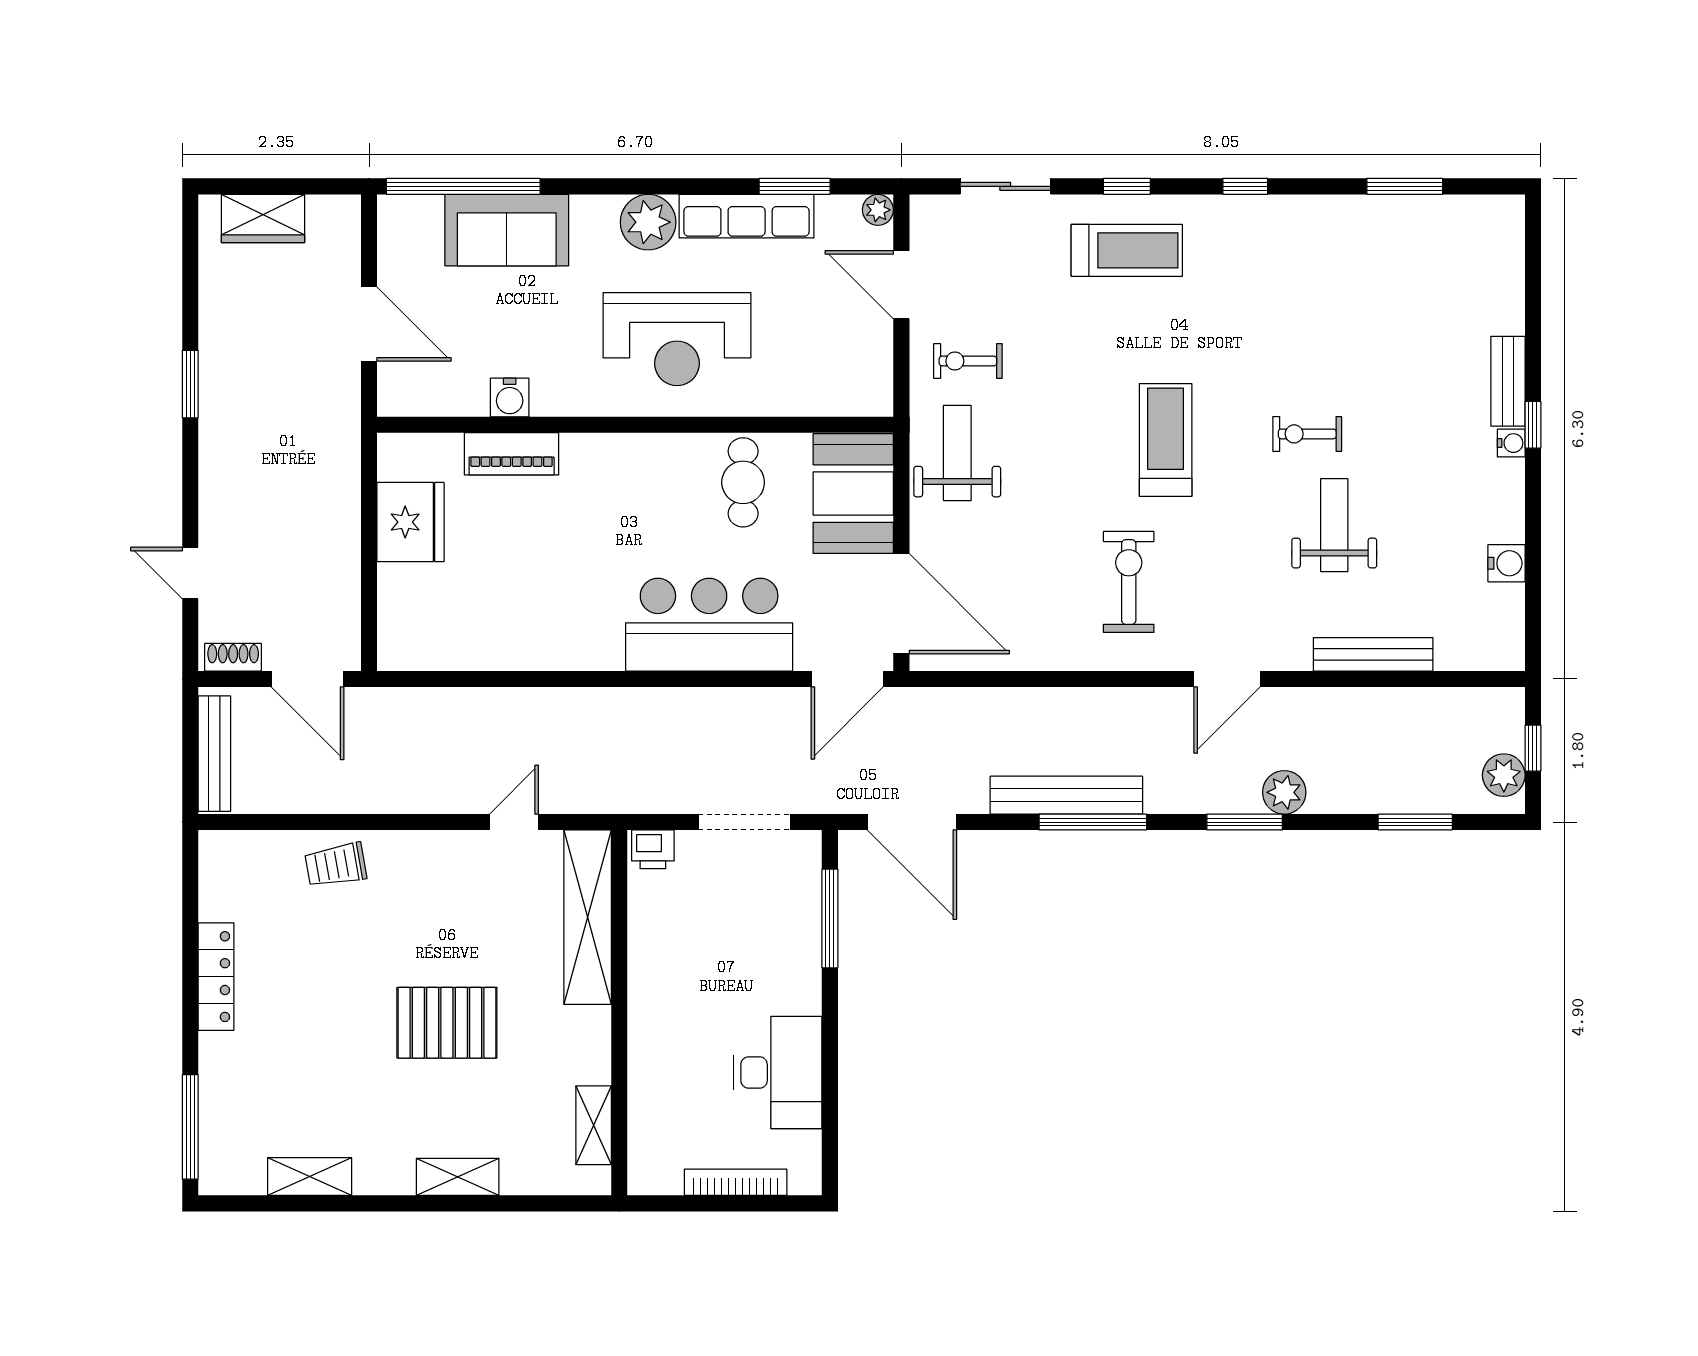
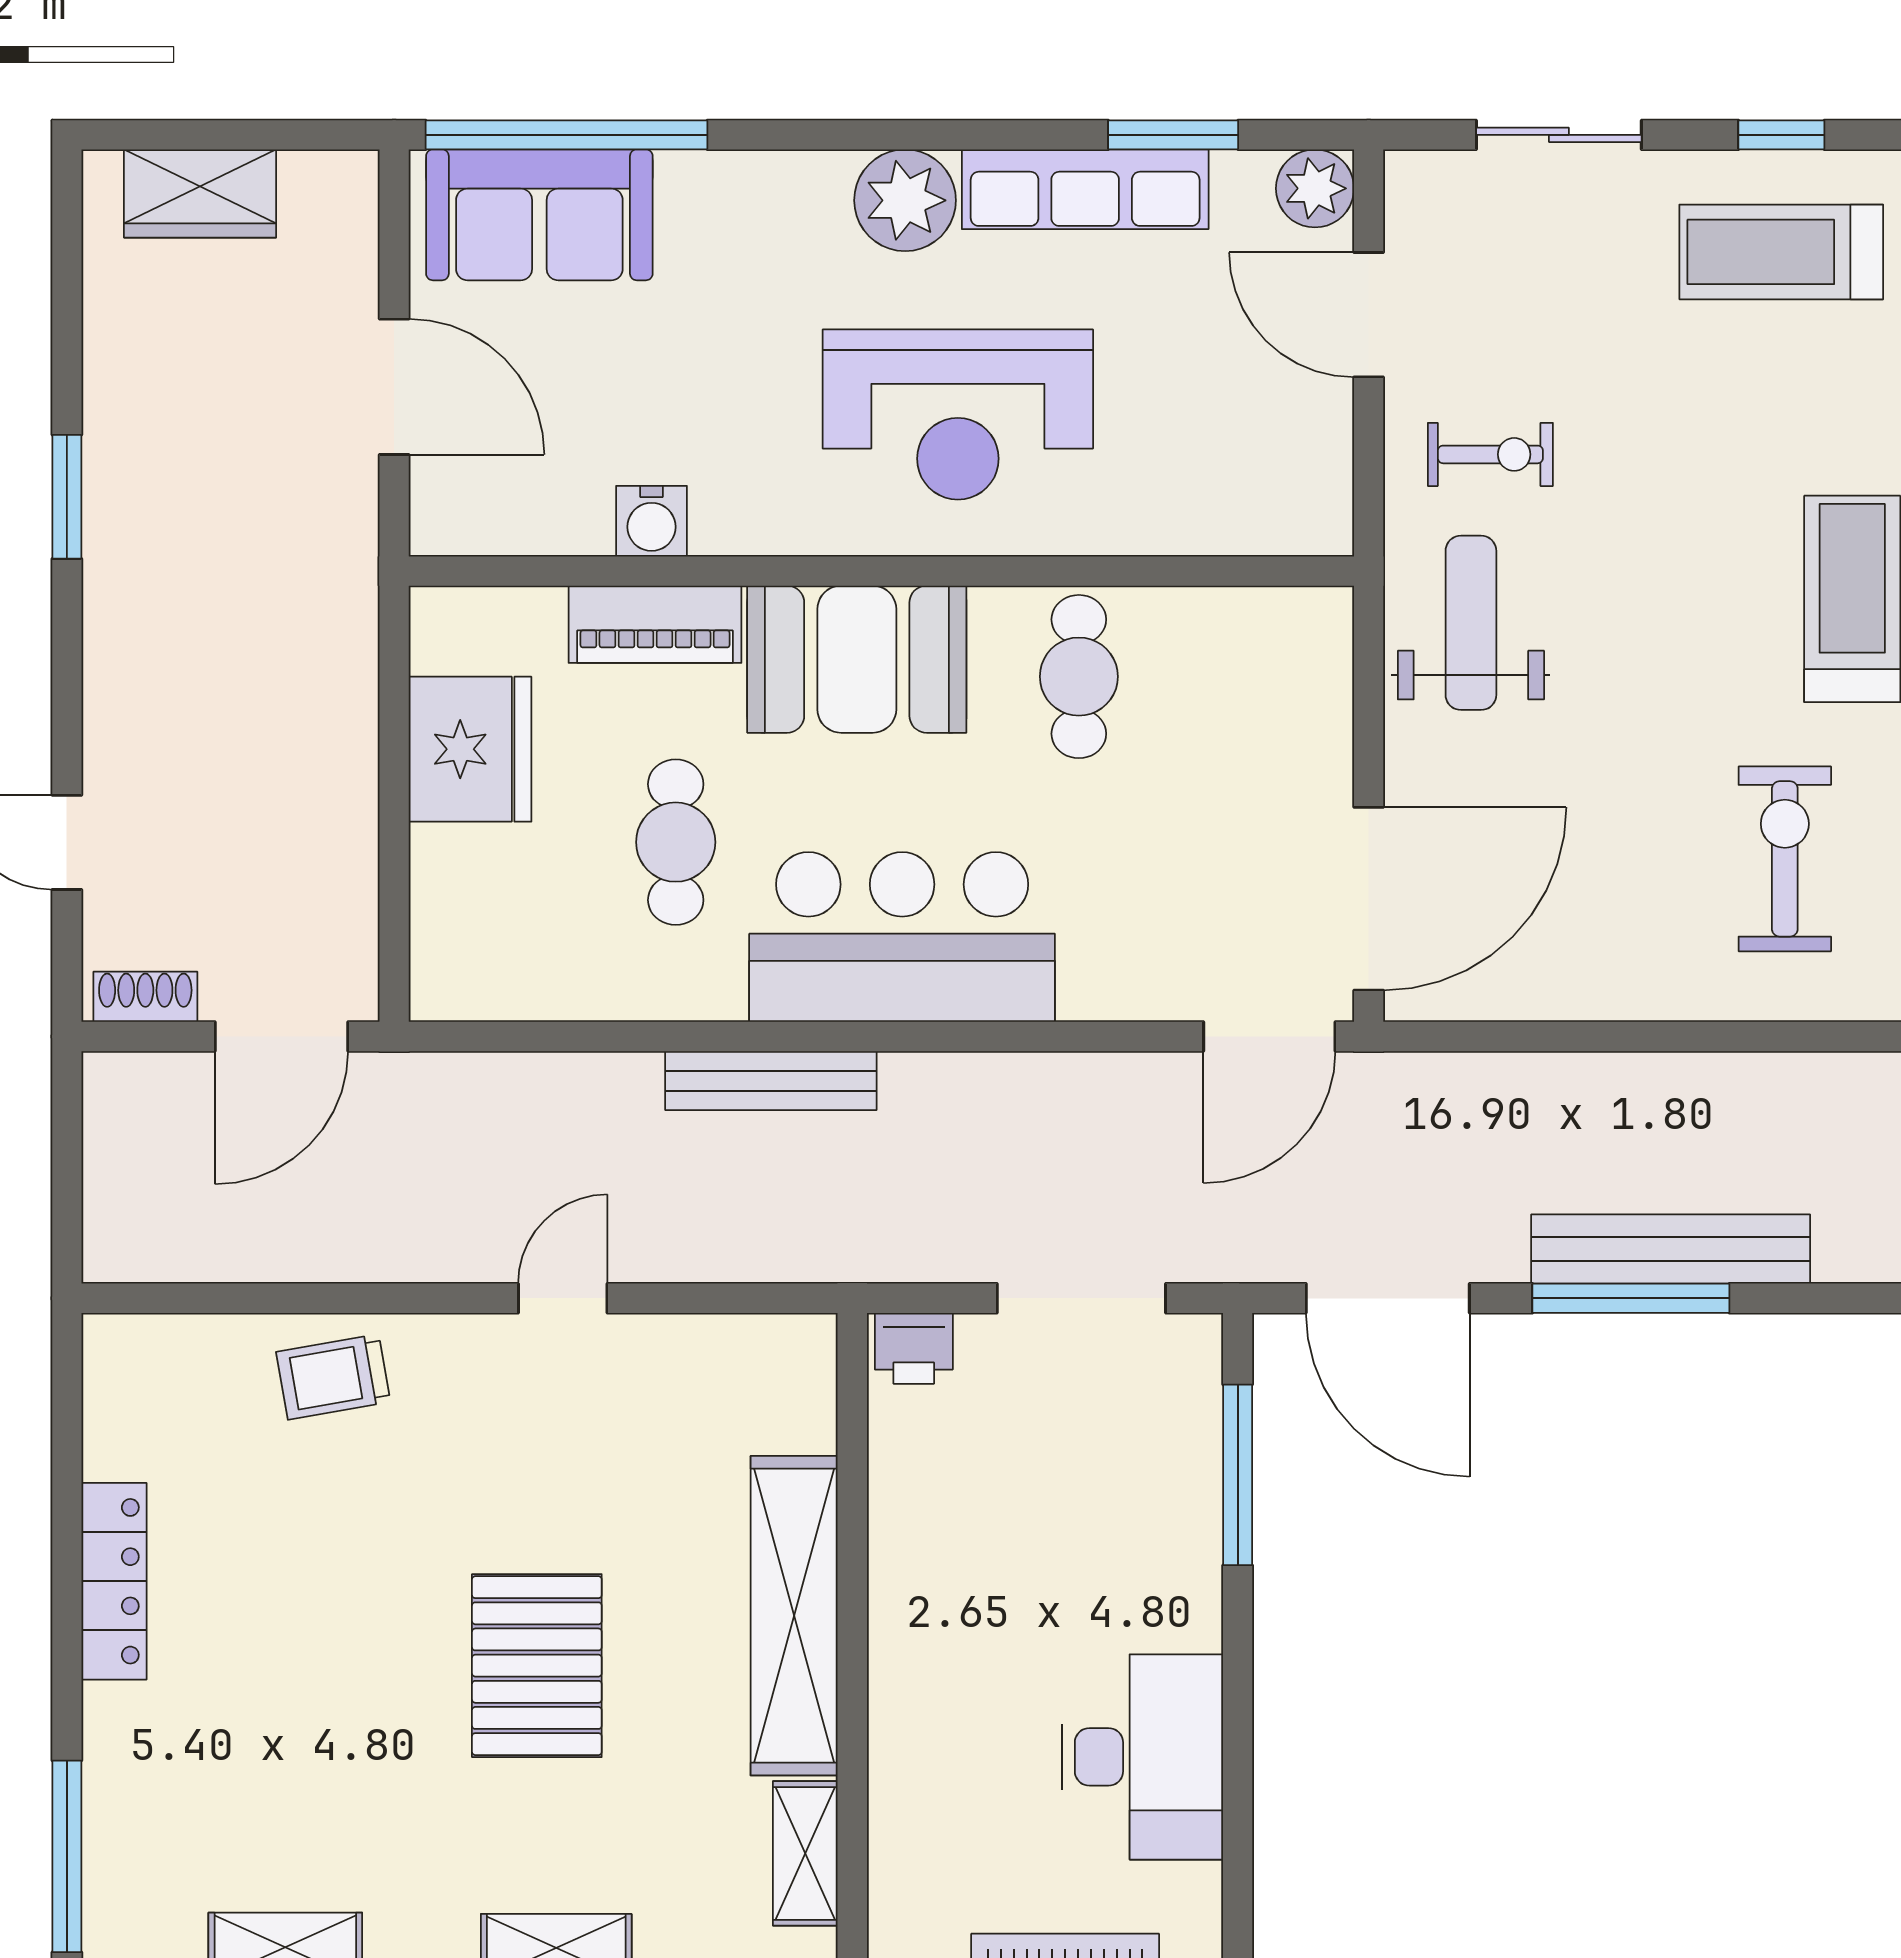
plant: (878, 210) -> (1315, 188), width x1.38, depth x1.38
sofa: (507, 230) -> (539, 215), moved
treadmill: (1127, 250) -> (1781, 252), turned 180
exercise bike: (968, 361) -> (1490, 454), turned 180
booth: (853, 494) -> (857, 659), moved, turned 90
cafe table: (523, 573) -> (676, 842), added
door: (901, 604) -> (1369, 899), hinge flipped
bar counter: (709, 625) -> (902, 937), moved
door: (307, 679) -> (281, 1037), hinge flipped
bench: (214, 754) -> (771, 1081), moved, turned 90
door: (514, 822) -> (563, 1298), moved
window: (1093, 822) -> (1631, 1298), moved
shelving: (588, 917) -> (794, 1616), moved
pallet: (447, 1023) -> (537, 1666), turned 90

